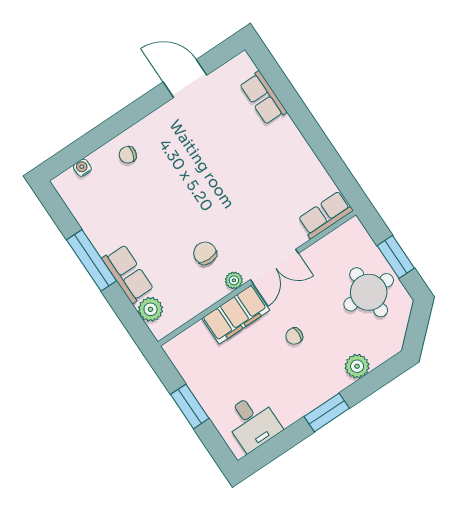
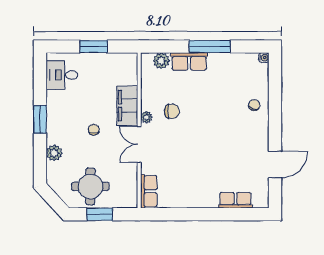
water cooler: (82, 168) -> (264, 58), moved

